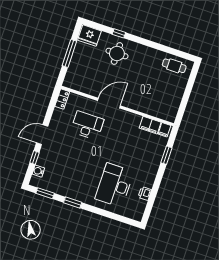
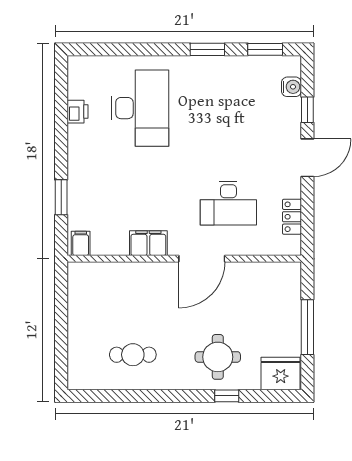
cafe table: (174, 66) -> (133, 355), moved
locker: (62, 99) -> (292, 217), moved
filing cabinet: (150, 125) -> (148, 243), moved

